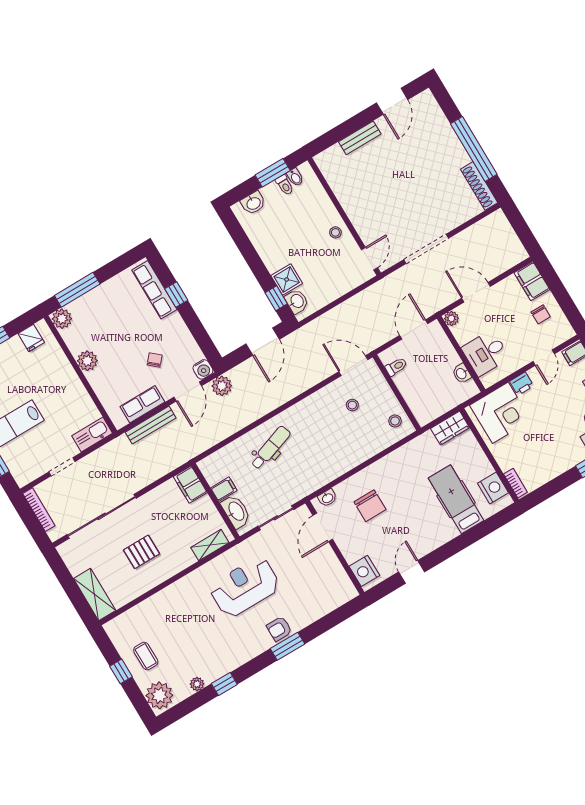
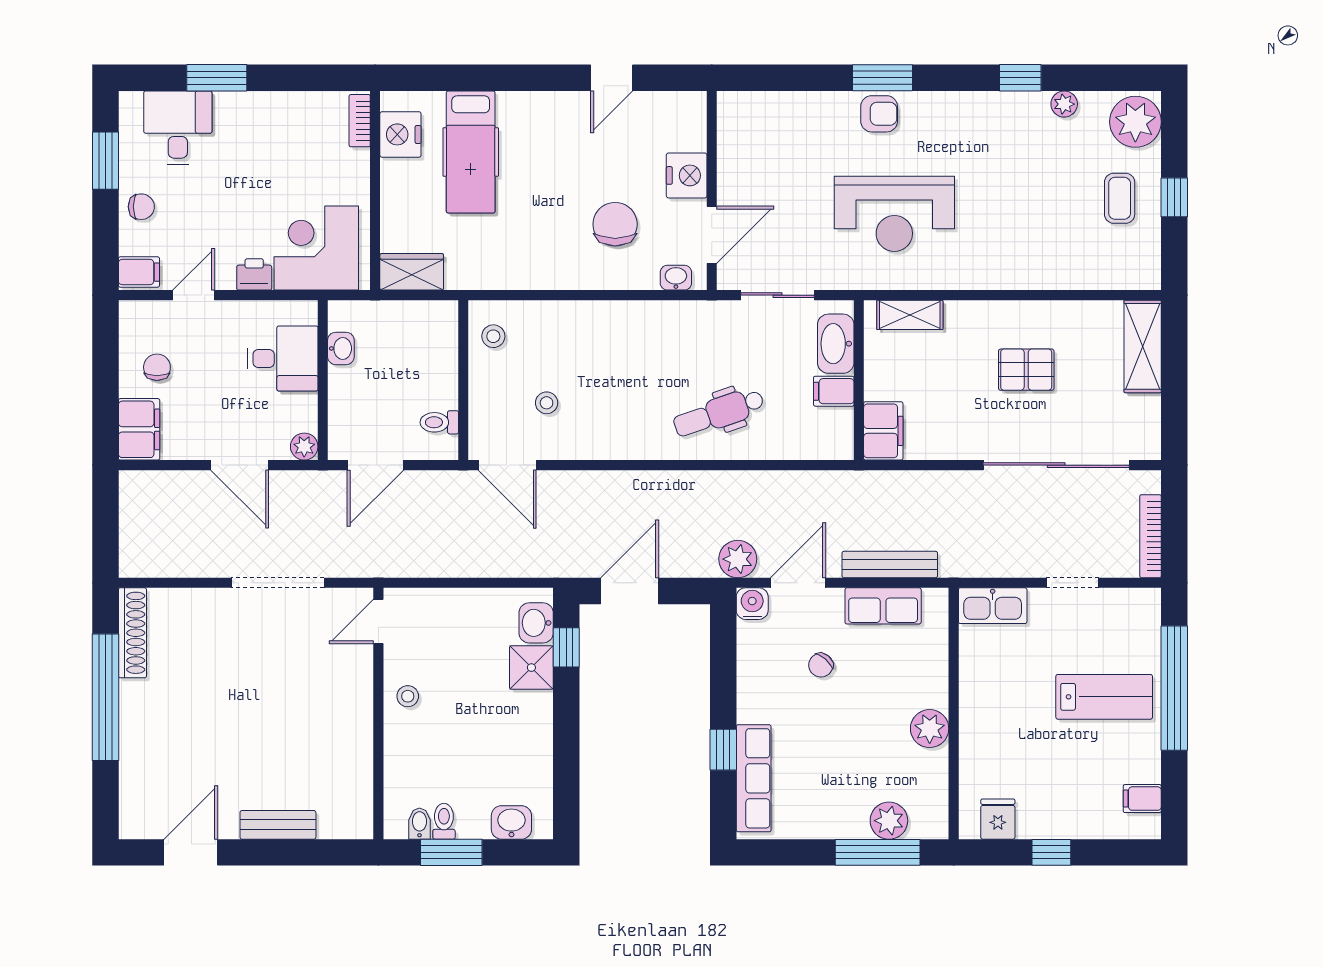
plant: (62, 319) -> (889, 821), moved
nightstand: (364, 571) -> (687, 175), moved

